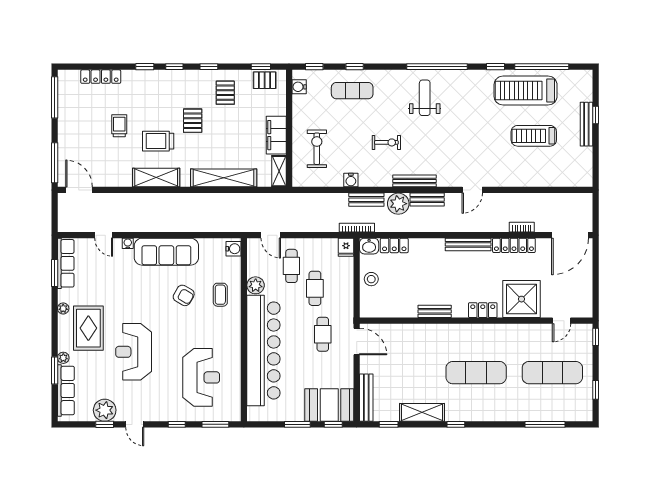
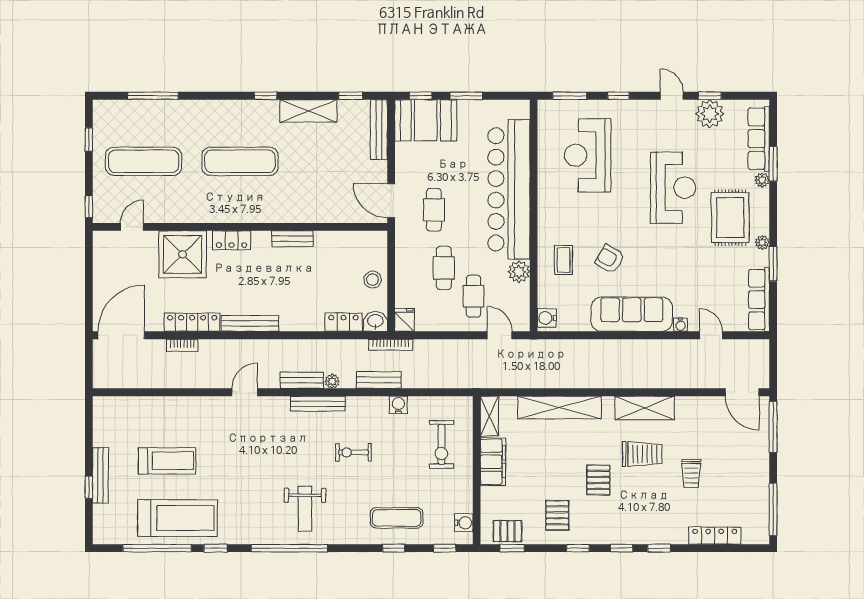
plant: (398, 204) -> (332, 381), width x0.53, depth x0.53
window: (55, 273) -> (773, 264), moved

